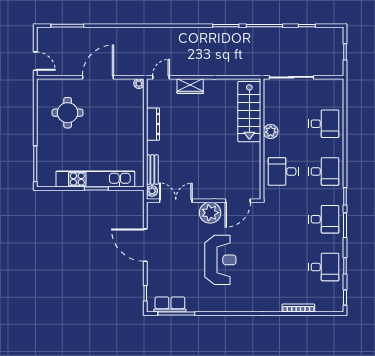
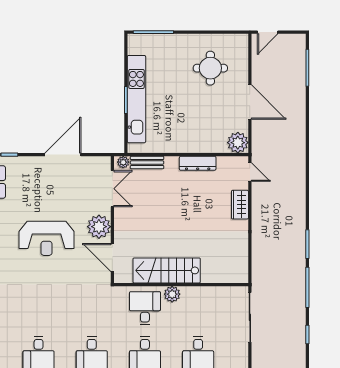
plant: (139, 84) -> (238, 143), width x1.87, depth x1.87
stairs: (249, 112) -> (167, 270), moved
plant: (271, 131) -> (172, 294), moved

